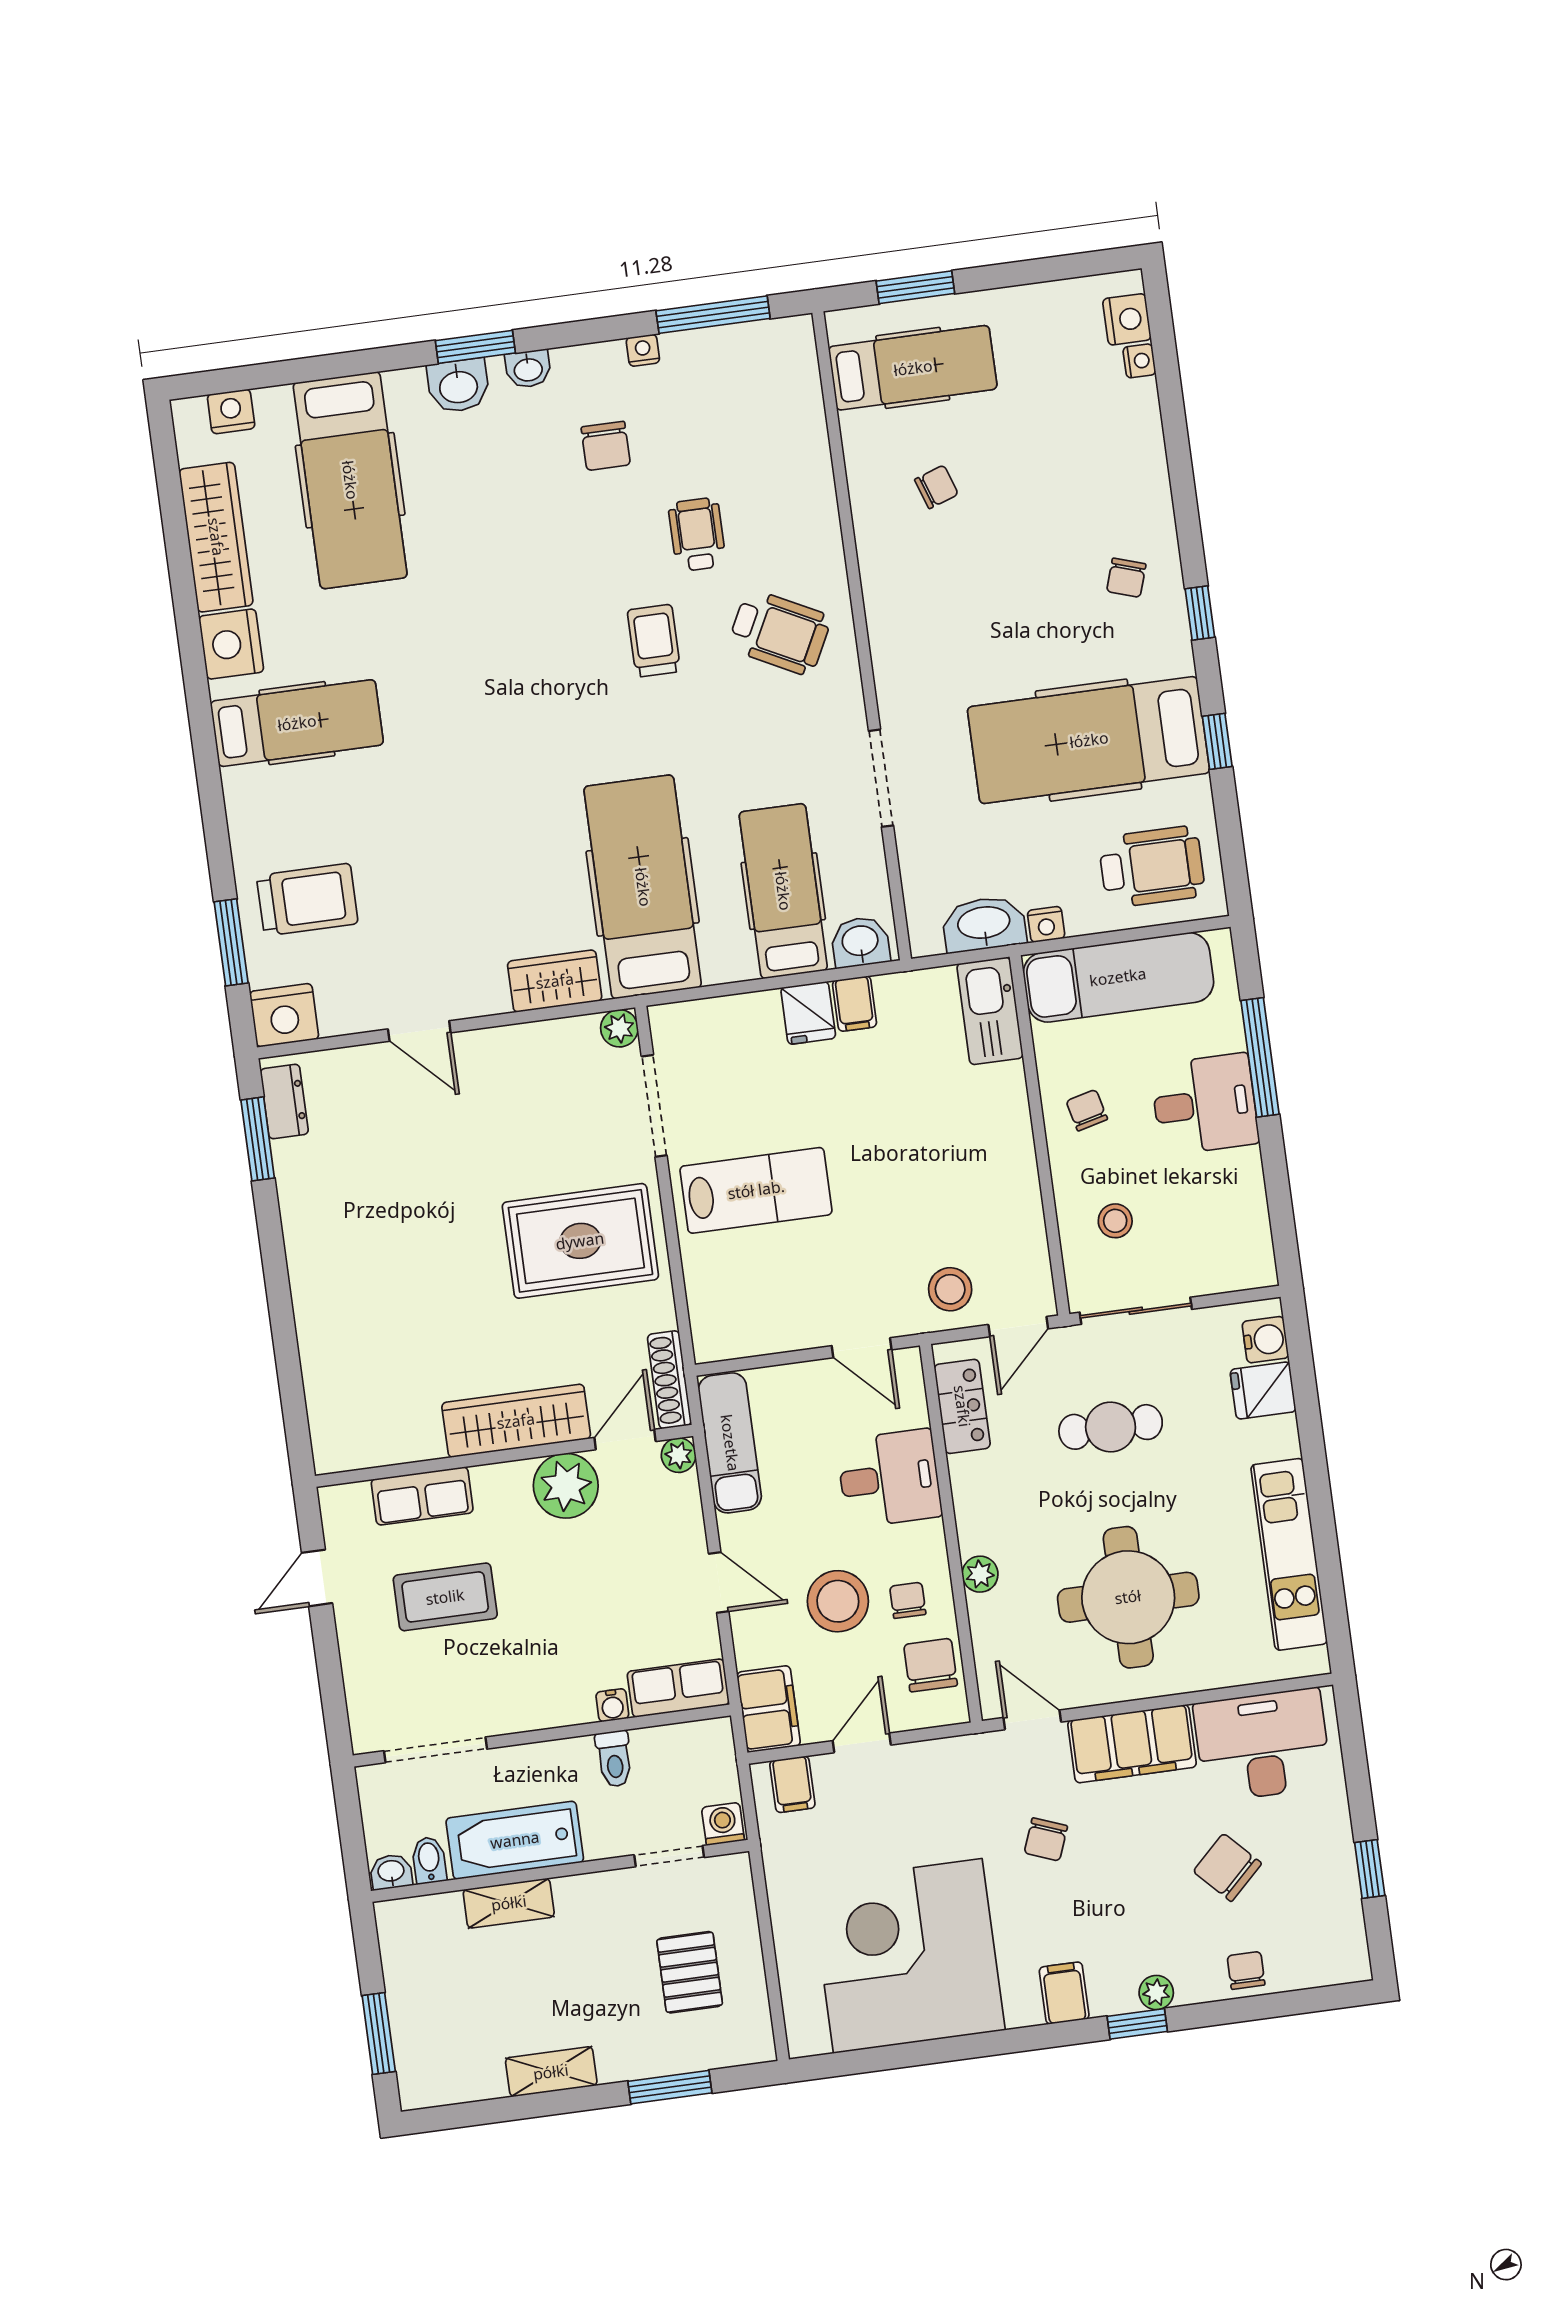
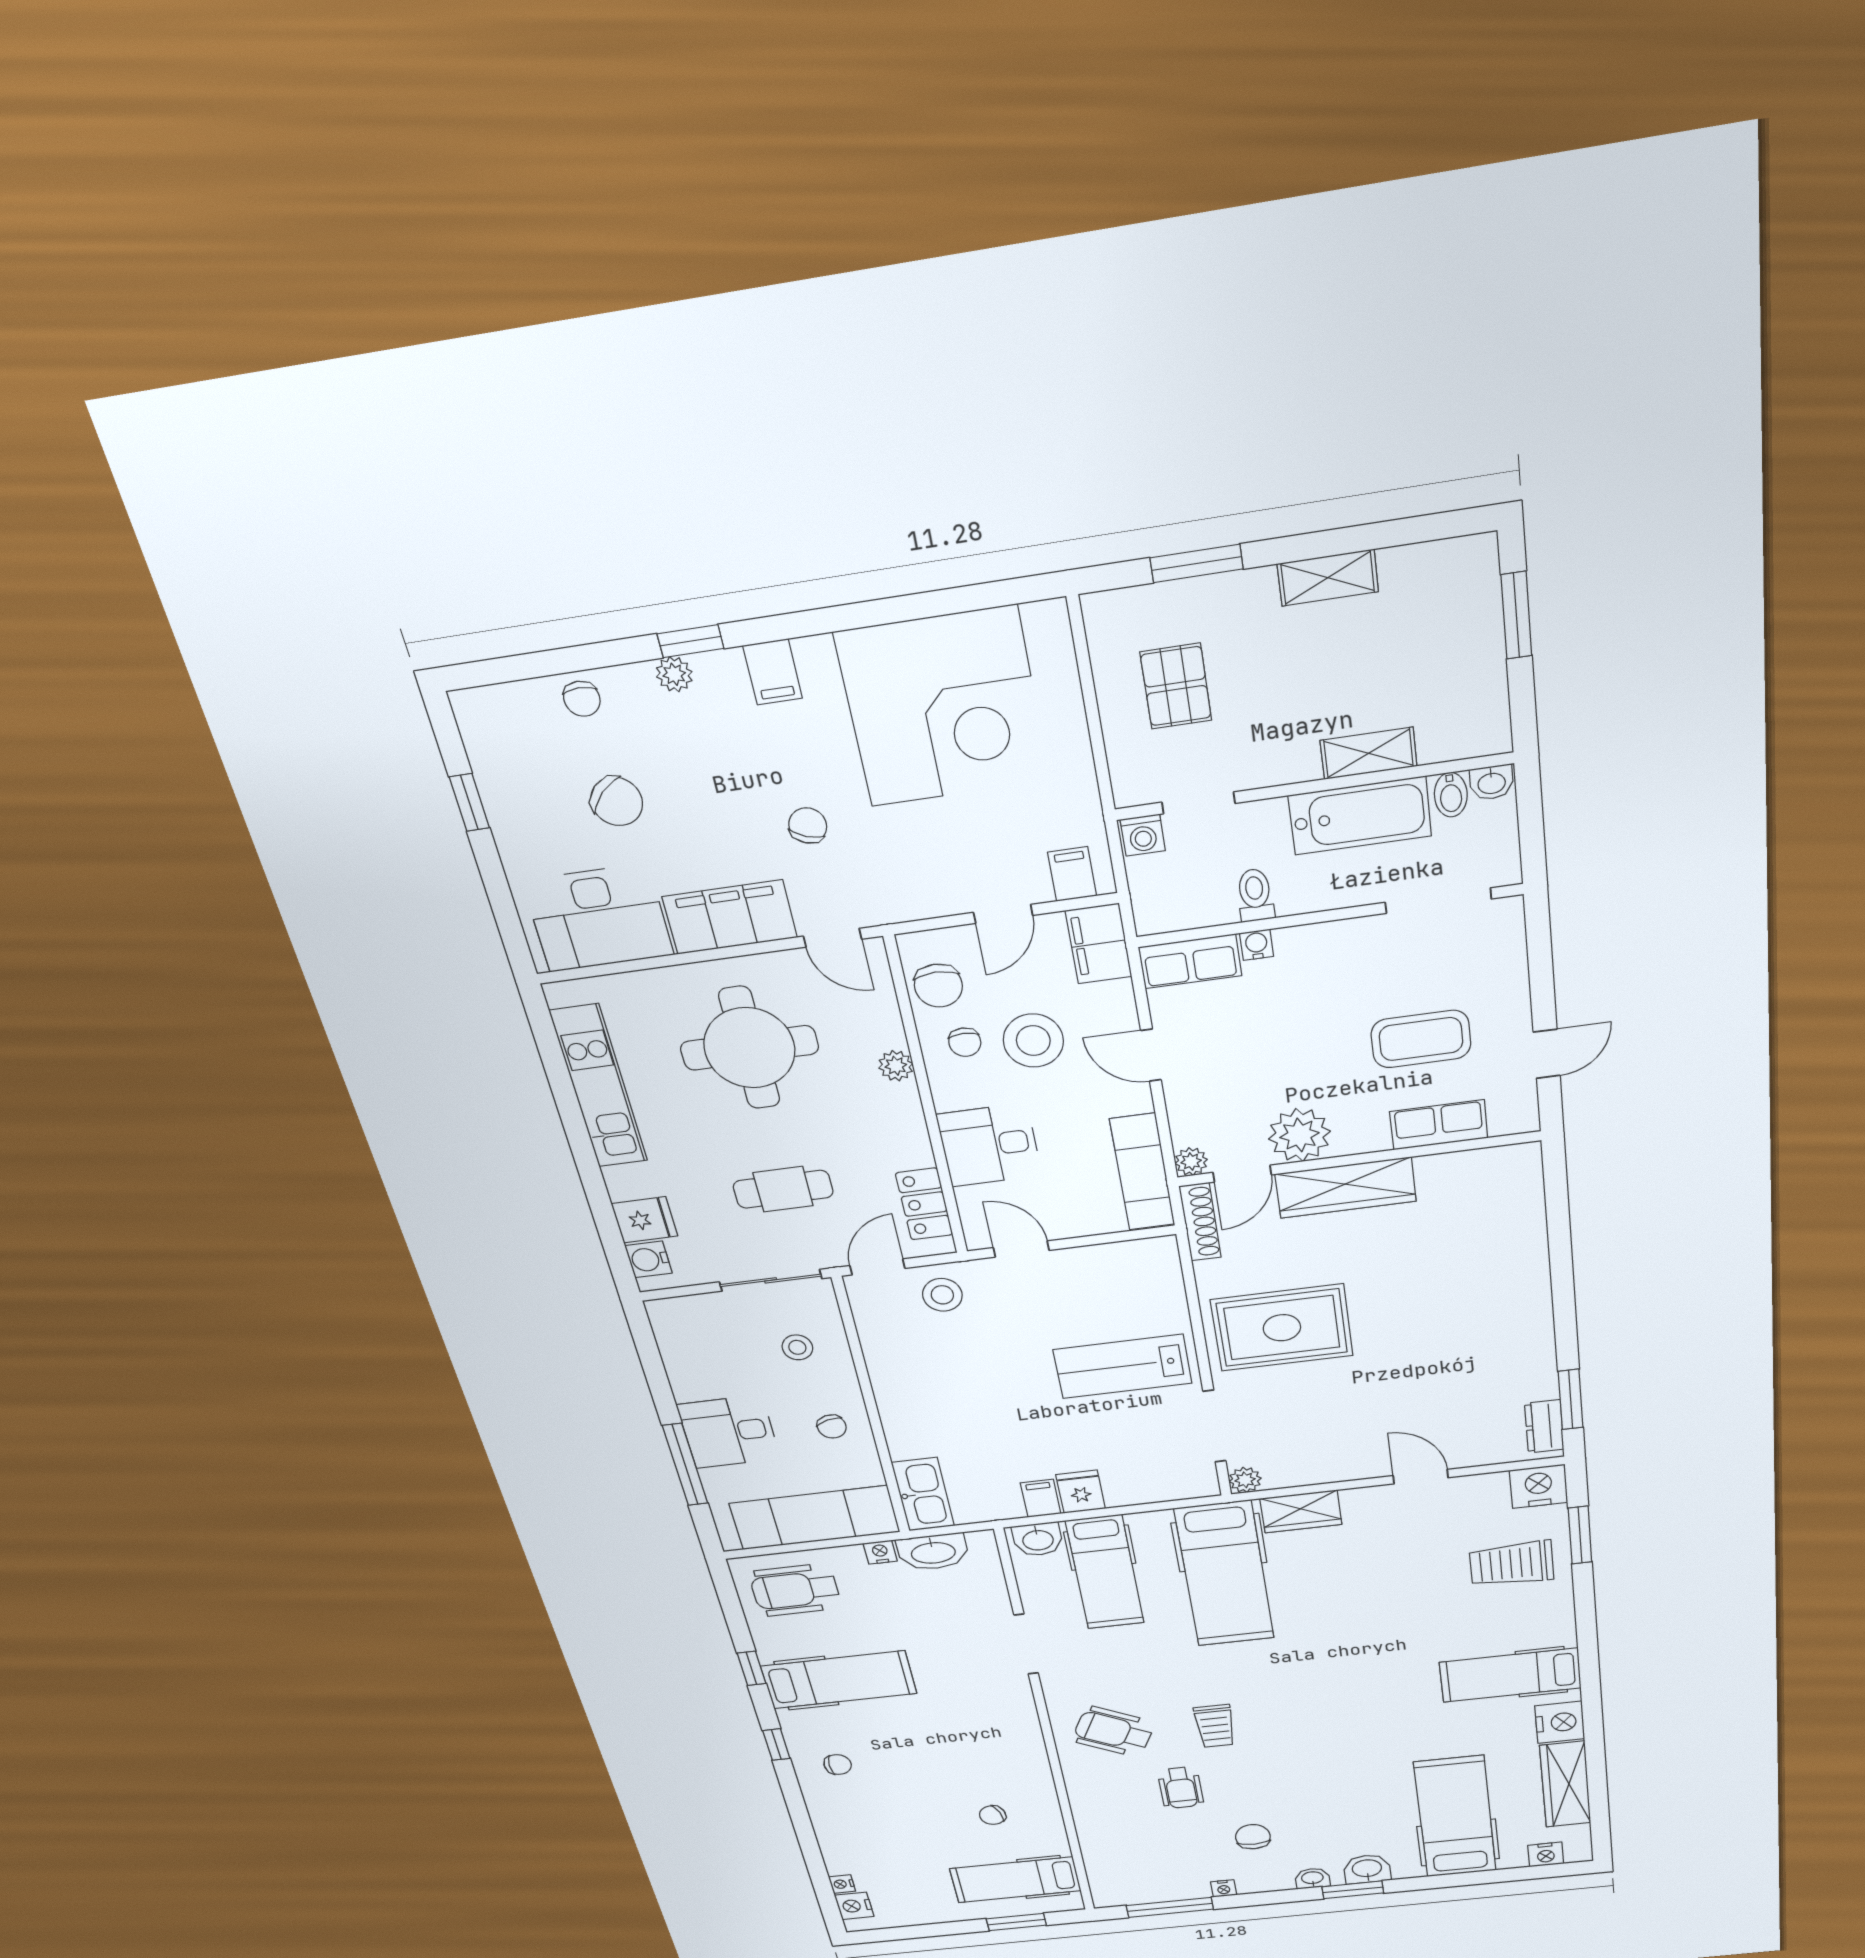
chair: (1126, 578) -> (838, 1765), turned 72
hospital bed: (1089, 740) -> (839, 1680), width x0.73, depth x0.78

